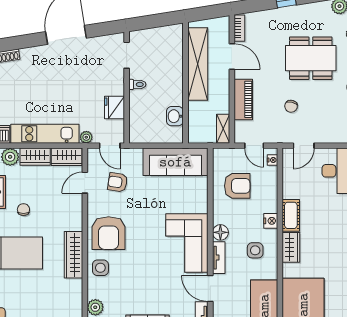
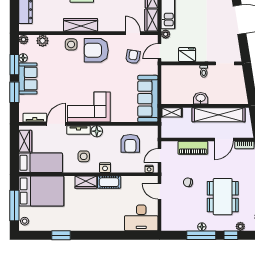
washbasin: (175, 116) -> (201, 98), moved
shelving: (223, 129) -> (172, 112), moved

